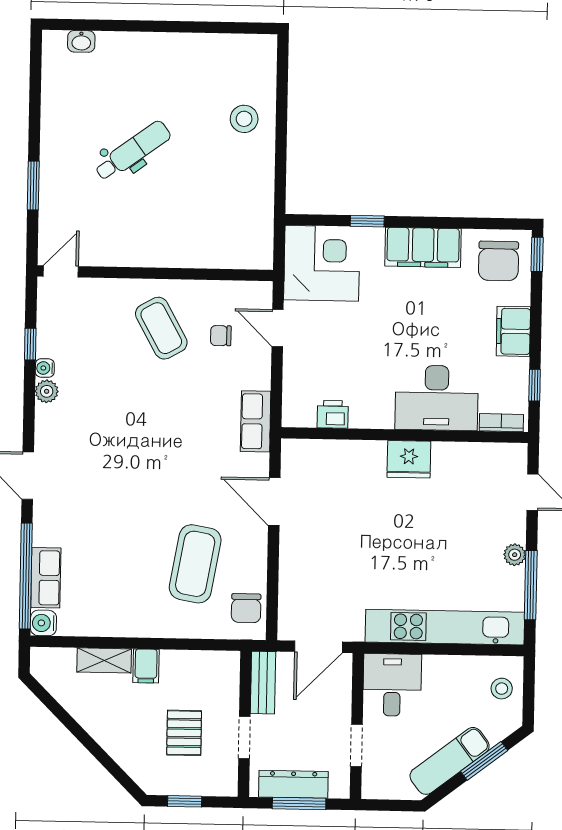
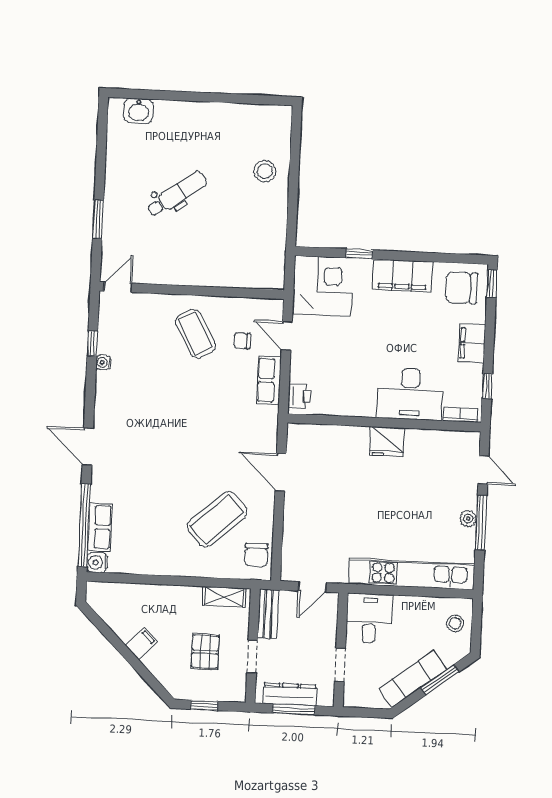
washbasin: (81, 41) -> (138, 111), width x1.38, depth x1.45
chair: (498, 261) -> (461, 288), turned 90
plant: (47, 391) -> (104, 381), removed
printer: (333, 414) -> (299, 396), moved, turned 90
row of seats: (256, 421) -> (269, 380), moved
coffee table: (195, 564) -> (217, 519), turned 38
window: (531, 585) -> (481, 523), moved
door: (318, 647) -> (312, 587), width x0.73
shelving: (104, 660) -> (224, 597), moved
filing cabinet: (146, 666) -> (141, 643), moved, turned -135

